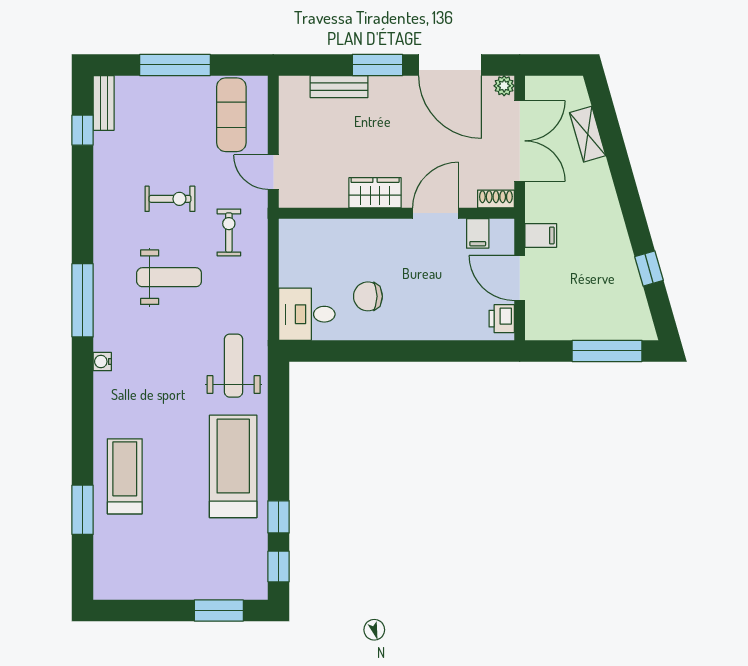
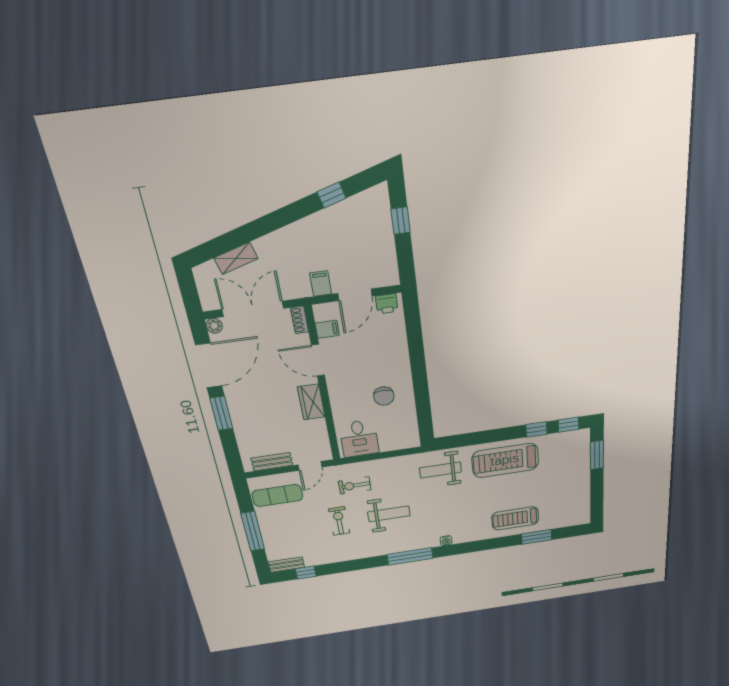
bench: (339, 87) -> (272, 462), moved, turned 90
weight bench: (169, 277) -> (389, 514), turned 90
desk: (307, 314) -> (359, 438), moved
window: (607, 351) -> (401, 221), width x0.46

